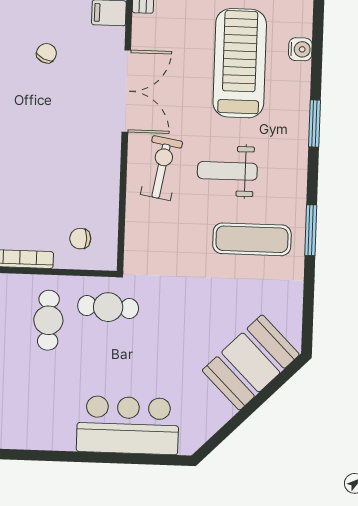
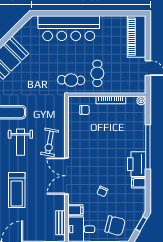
treadmill: (240, 63) -> (17, 190), width x0.73, depth x0.73
weight bench: (227, 171) -> (20, 142), turned 90
bar counter: (128, 425) -> (69, 28), width x1.36

